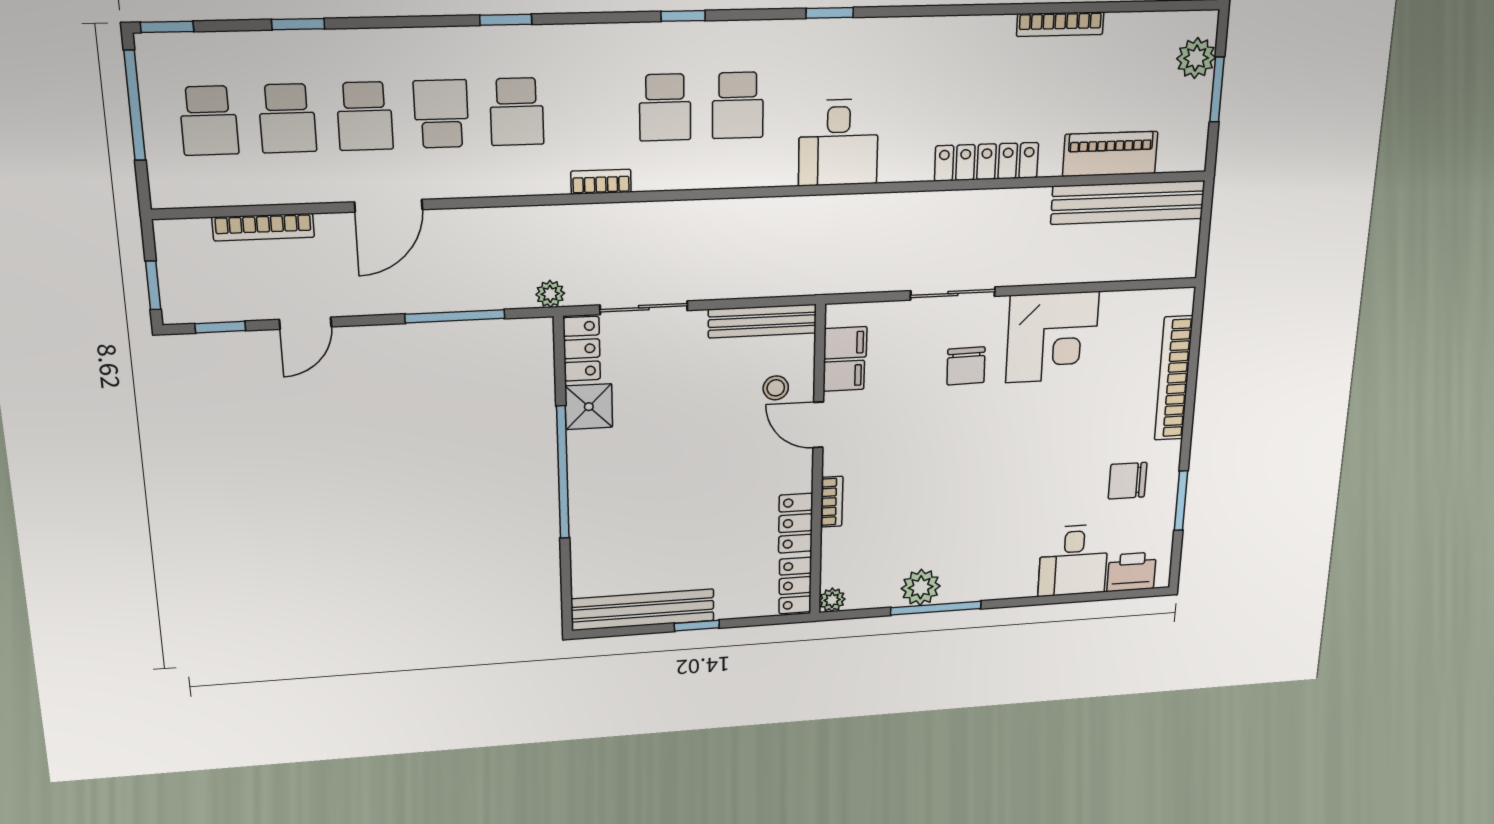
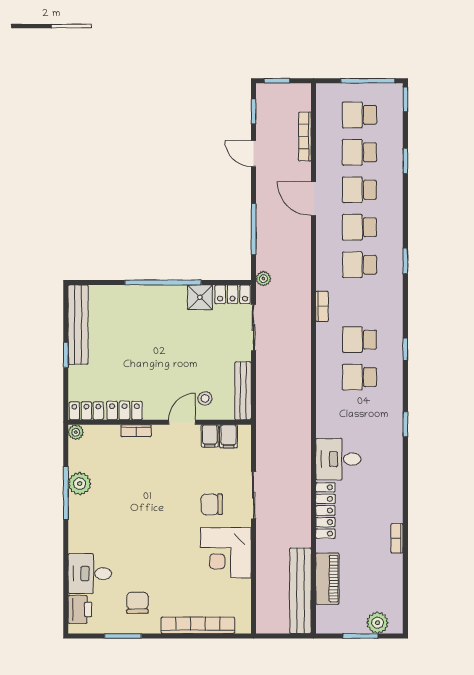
bookcase: (1060, 24) -> (397, 538), width x0.64
school desk: (441, 114) -> (359, 227), turned 180
desk: (838, 143) -> (338, 459), moved

